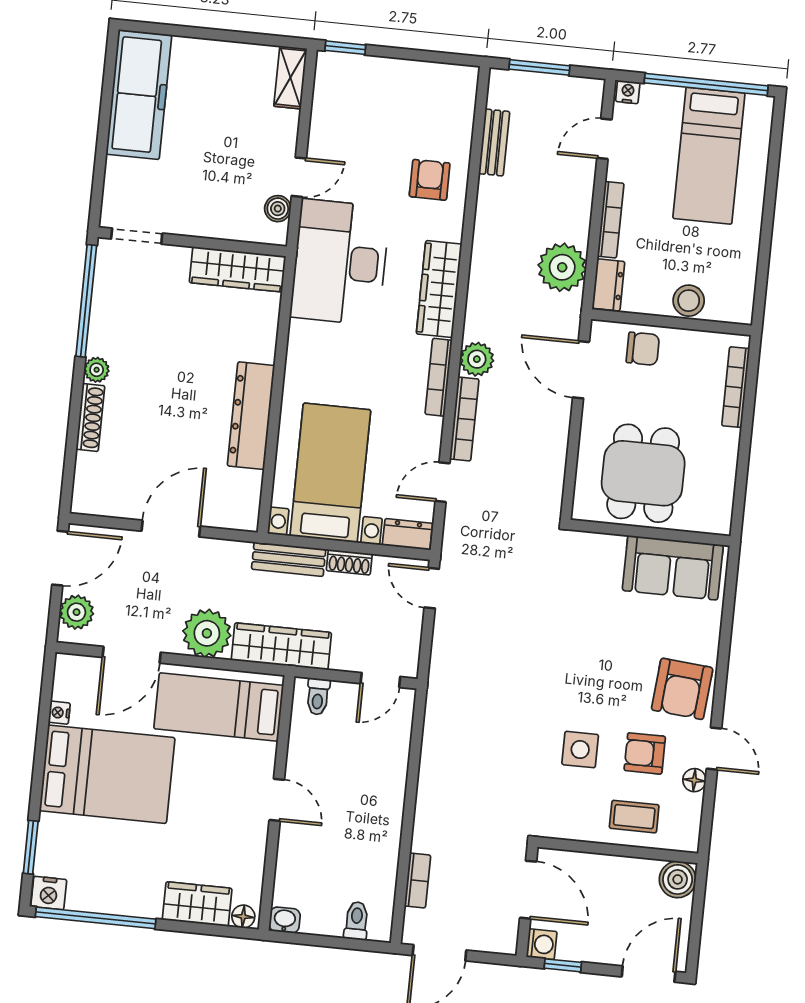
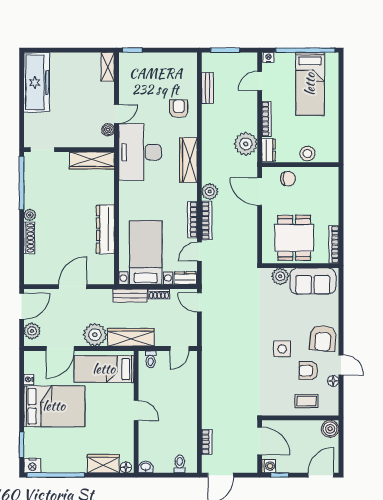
bookcase: (439, 377) -> (192, 220), moved
bookcase: (736, 387) -> (334, 244), moved
plant: (606, 551) -> (280, 276), added
side table: (580, 750) -> (282, 349), moved

